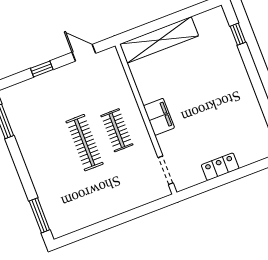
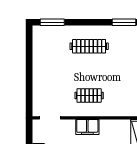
clothes rail: (85, 143) -> (89, 46), moved

